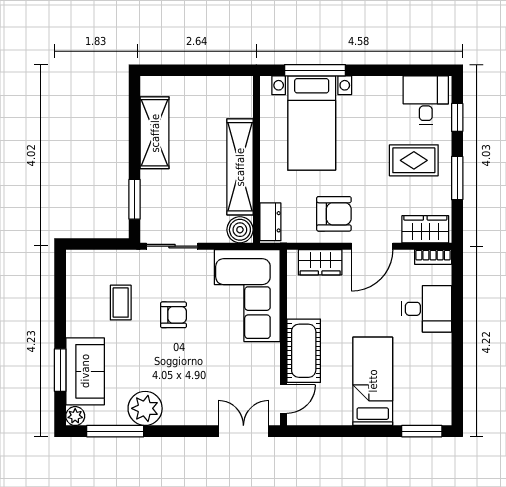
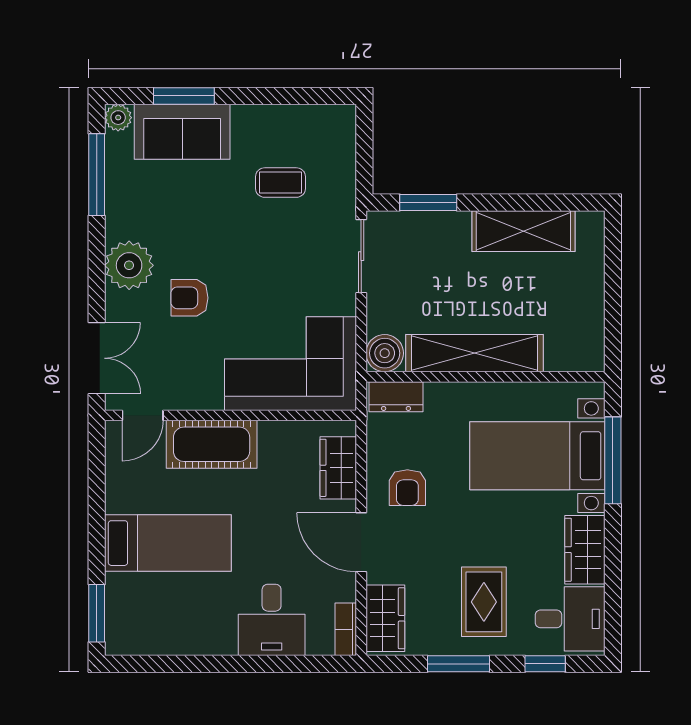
wardrobe: (377, 90) -> (585, 550), added
armchair: (334, 214) -> (407, 488), width x0.72, depth x0.72
armchair: (173, 315) -> (189, 298), moved, turned 90
door: (283, 399) -> (143, 415), hinge flipped
plant: (145, 408) -> (129, 265), moved

